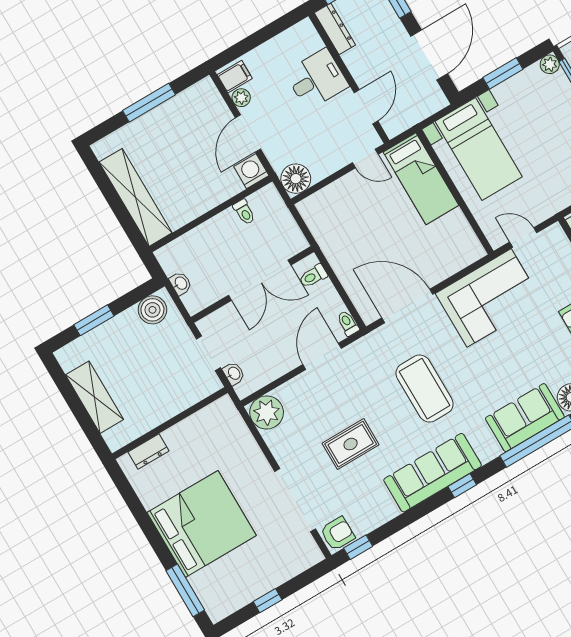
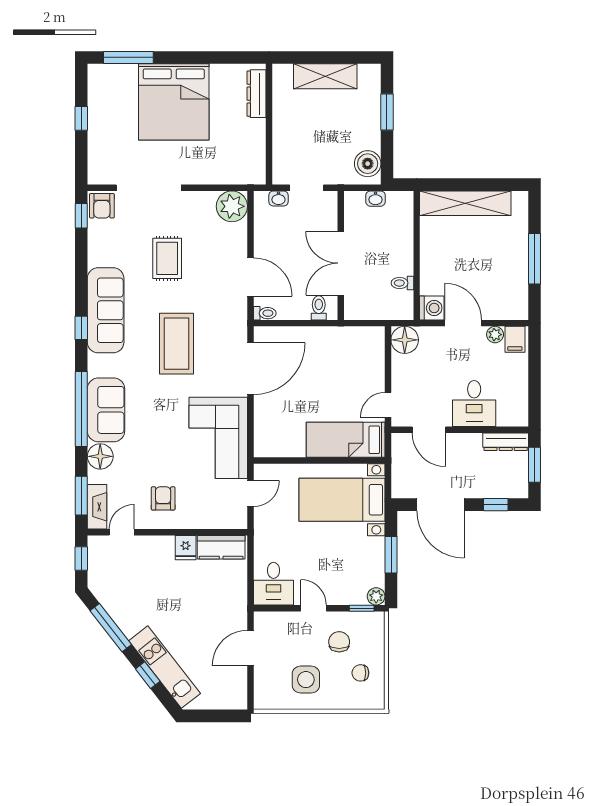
coffee table: (425, 389) -> (176, 344), turned 90
dresser: (149, 452) -> (256, 94), width x1.44

